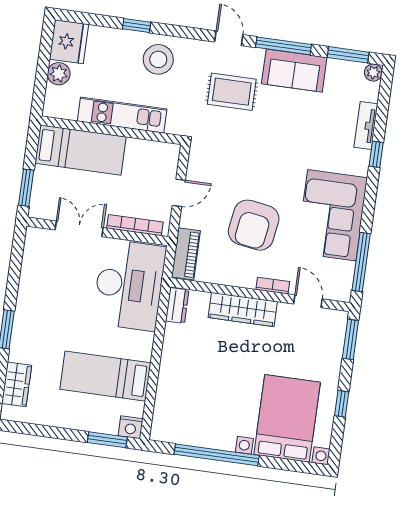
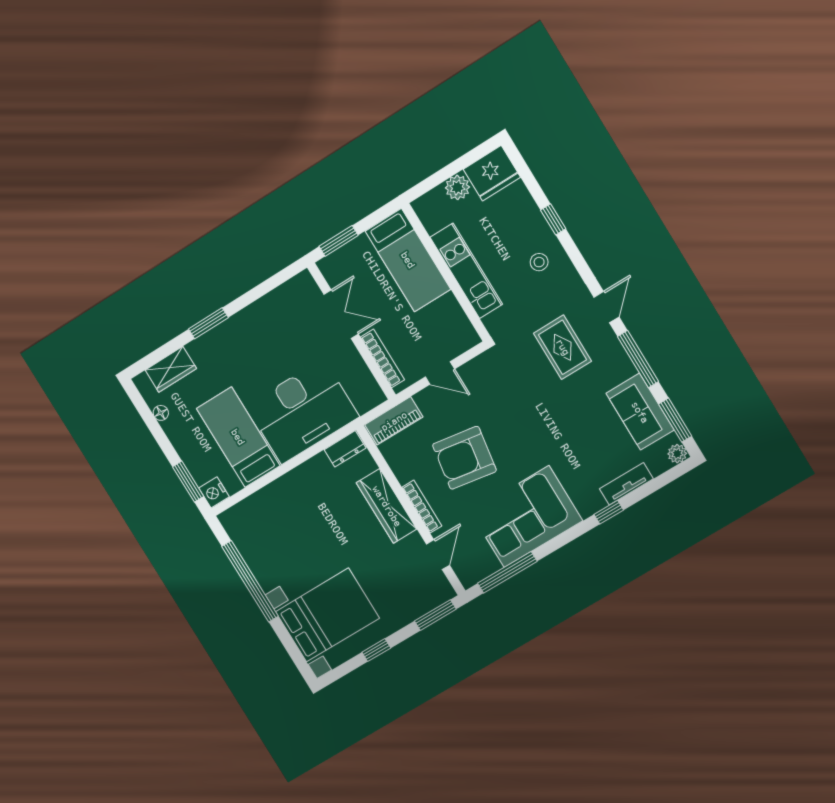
stool: (158, 59) -> (539, 262), width x0.53, depth x0.53
sofa: (294, 71) -> (640, 412), moved
desk: (129, 285) -> (302, 411), moved
bookcase: (273, 286) -> (422, 507), width x1.56
floor lamp: (42, 418) -> (161, 413), added

